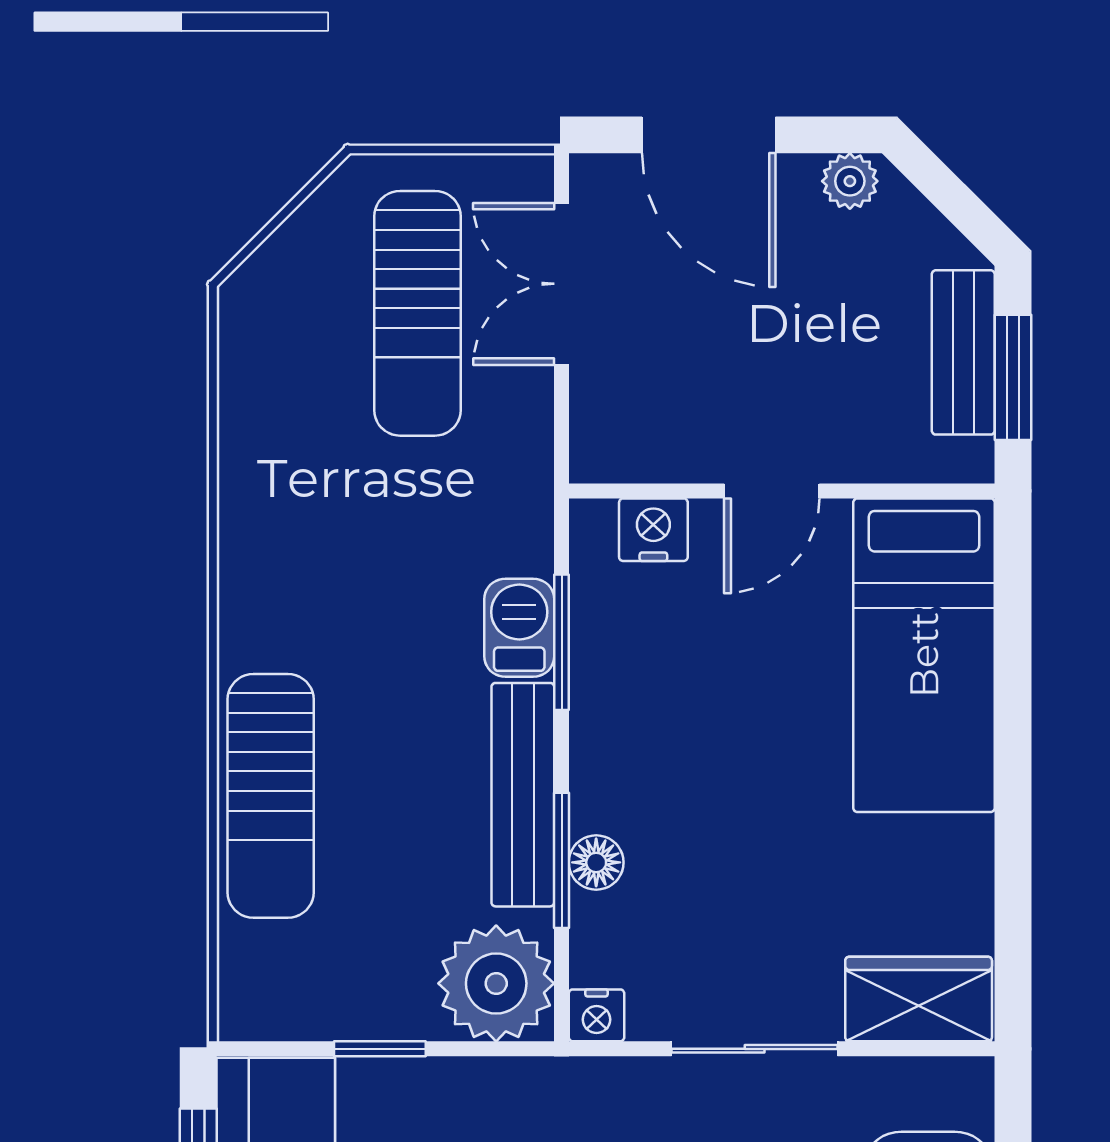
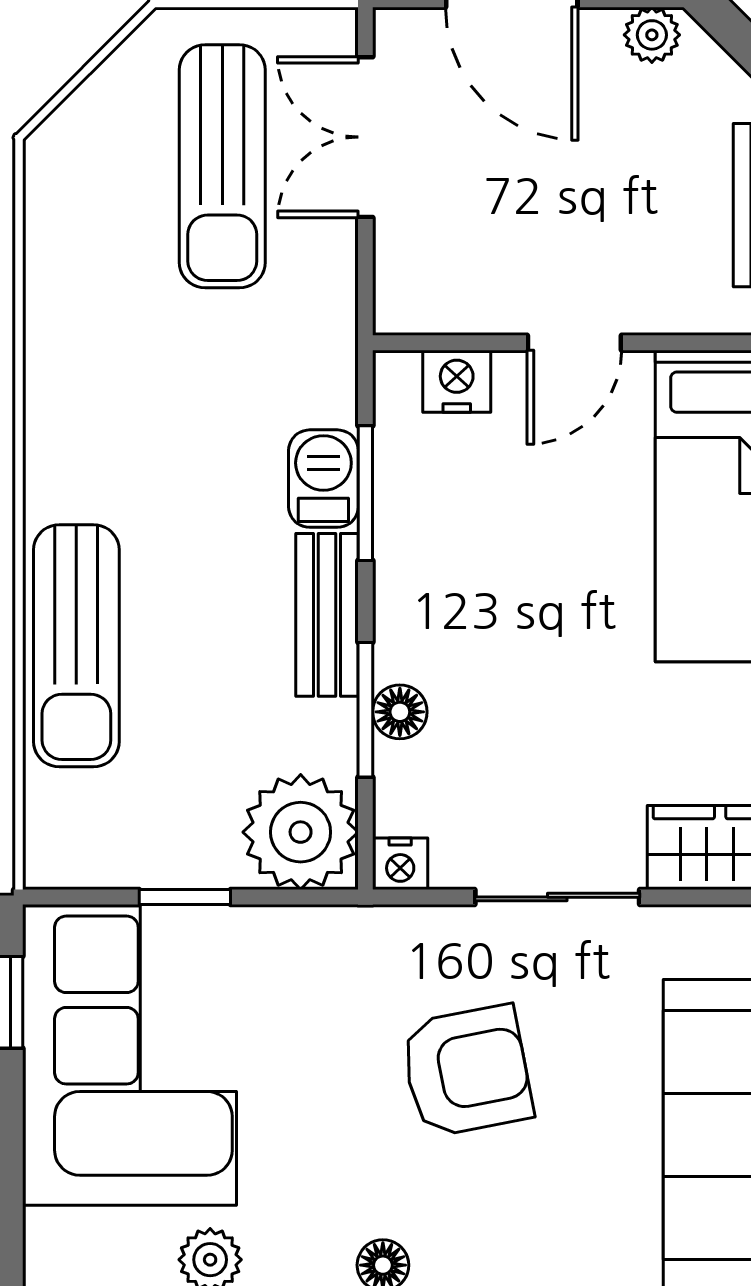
bench: (523, 795) -> (327, 615), width x0.73

